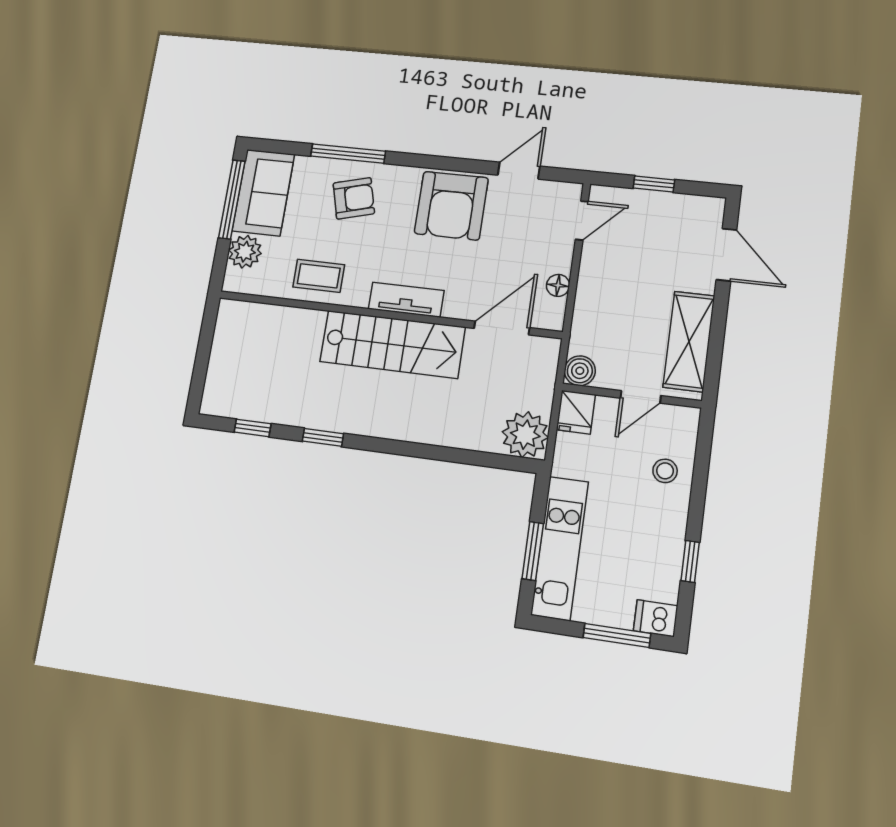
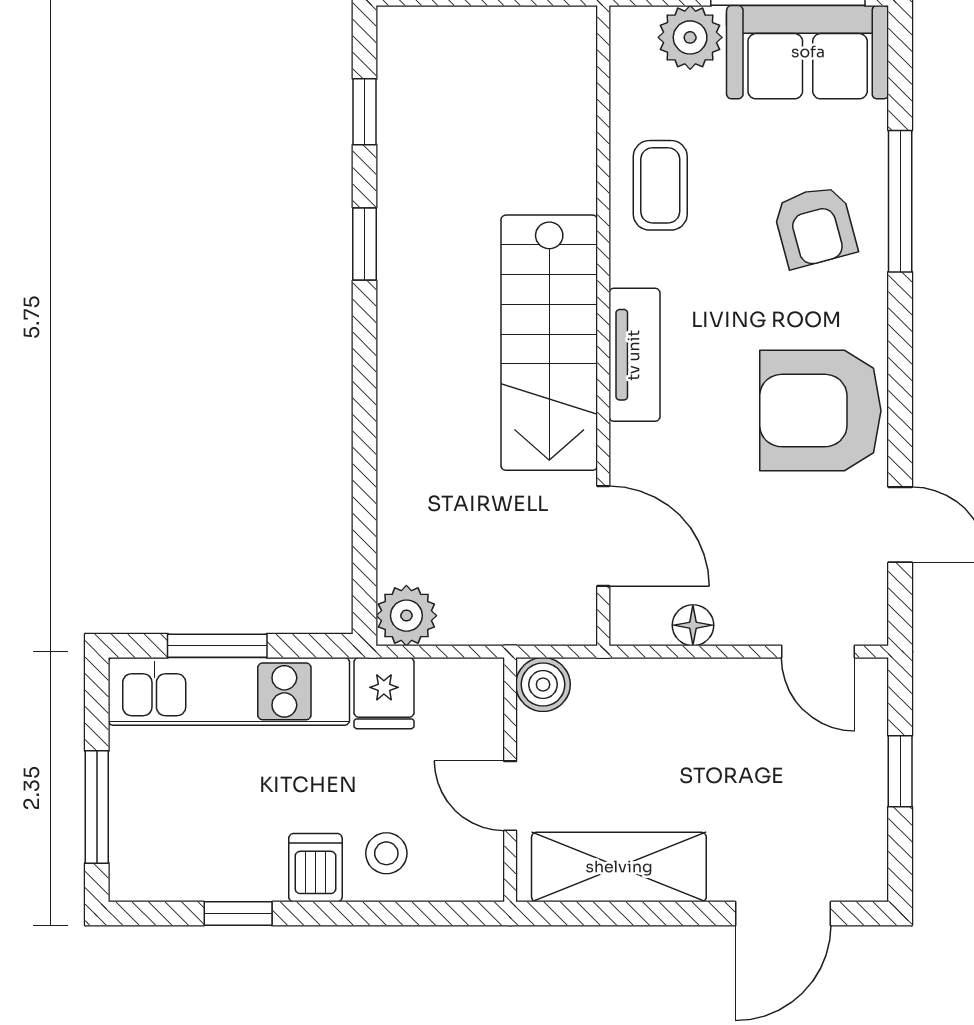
fridge: (576, 412) -> (384, 693), moved, turned -90
plant: (525, 435) -> (406, 616), width x0.73, depth x0.73
dishwasher: (656, 618) -> (315, 868), moved

